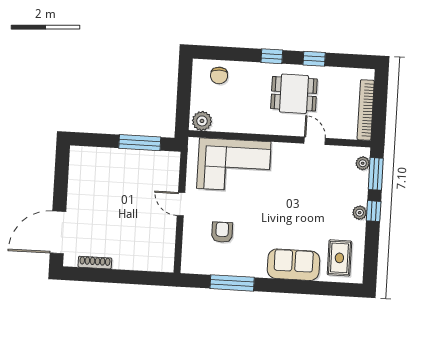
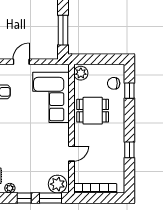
window: (272, 56) -> (129, 91), moved
dining table: (294, 94) -> (93, 111), moved, turned 90
plant: (363, 163) -> (58, 184), width x1.88, depth x1.88
plant: (360, 213) -> (10, 188), moved

